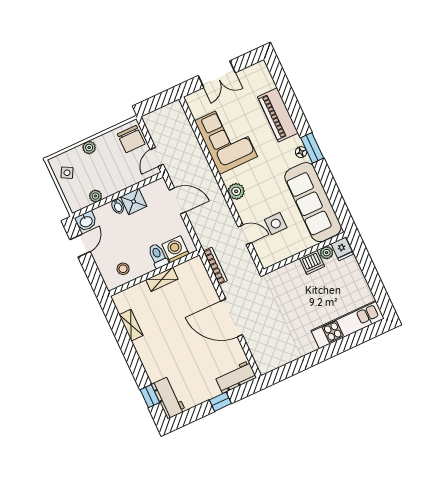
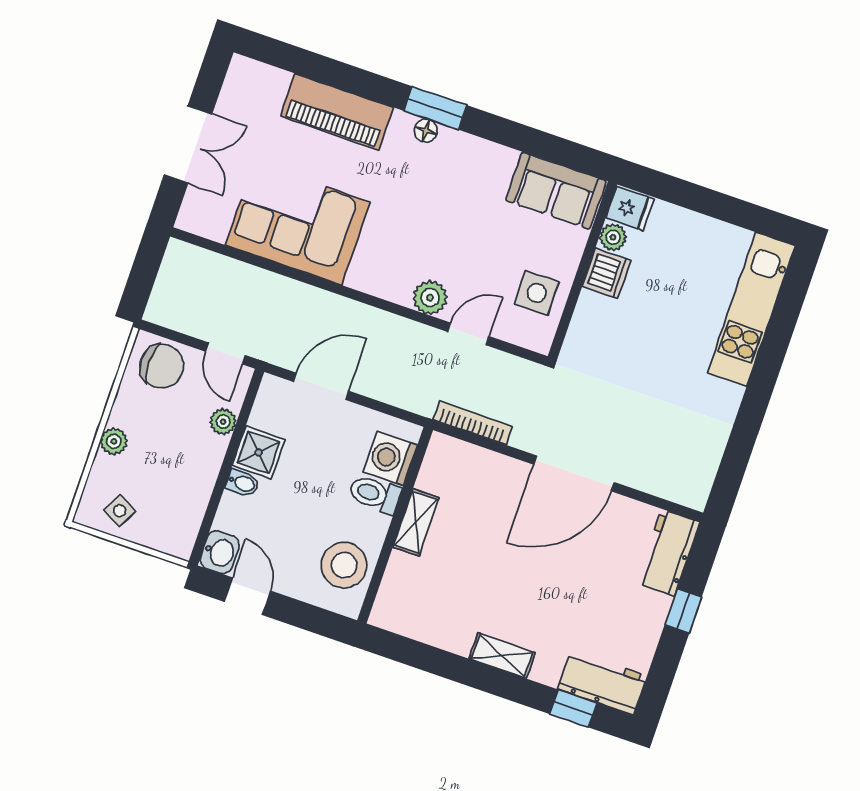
plant: (236, 191) -> (430, 298), moved
plant: (95, 196) -> (223, 422), moved
sofa: (313, 202) -> (556, 191), width x0.54, depth x0.79
side table: (276, 224) -> (537, 293), moved
stool: (123, 269) -> (344, 565), width x1.89, depth x1.89
shelving: (131, 325) -> (502, 656), moved

